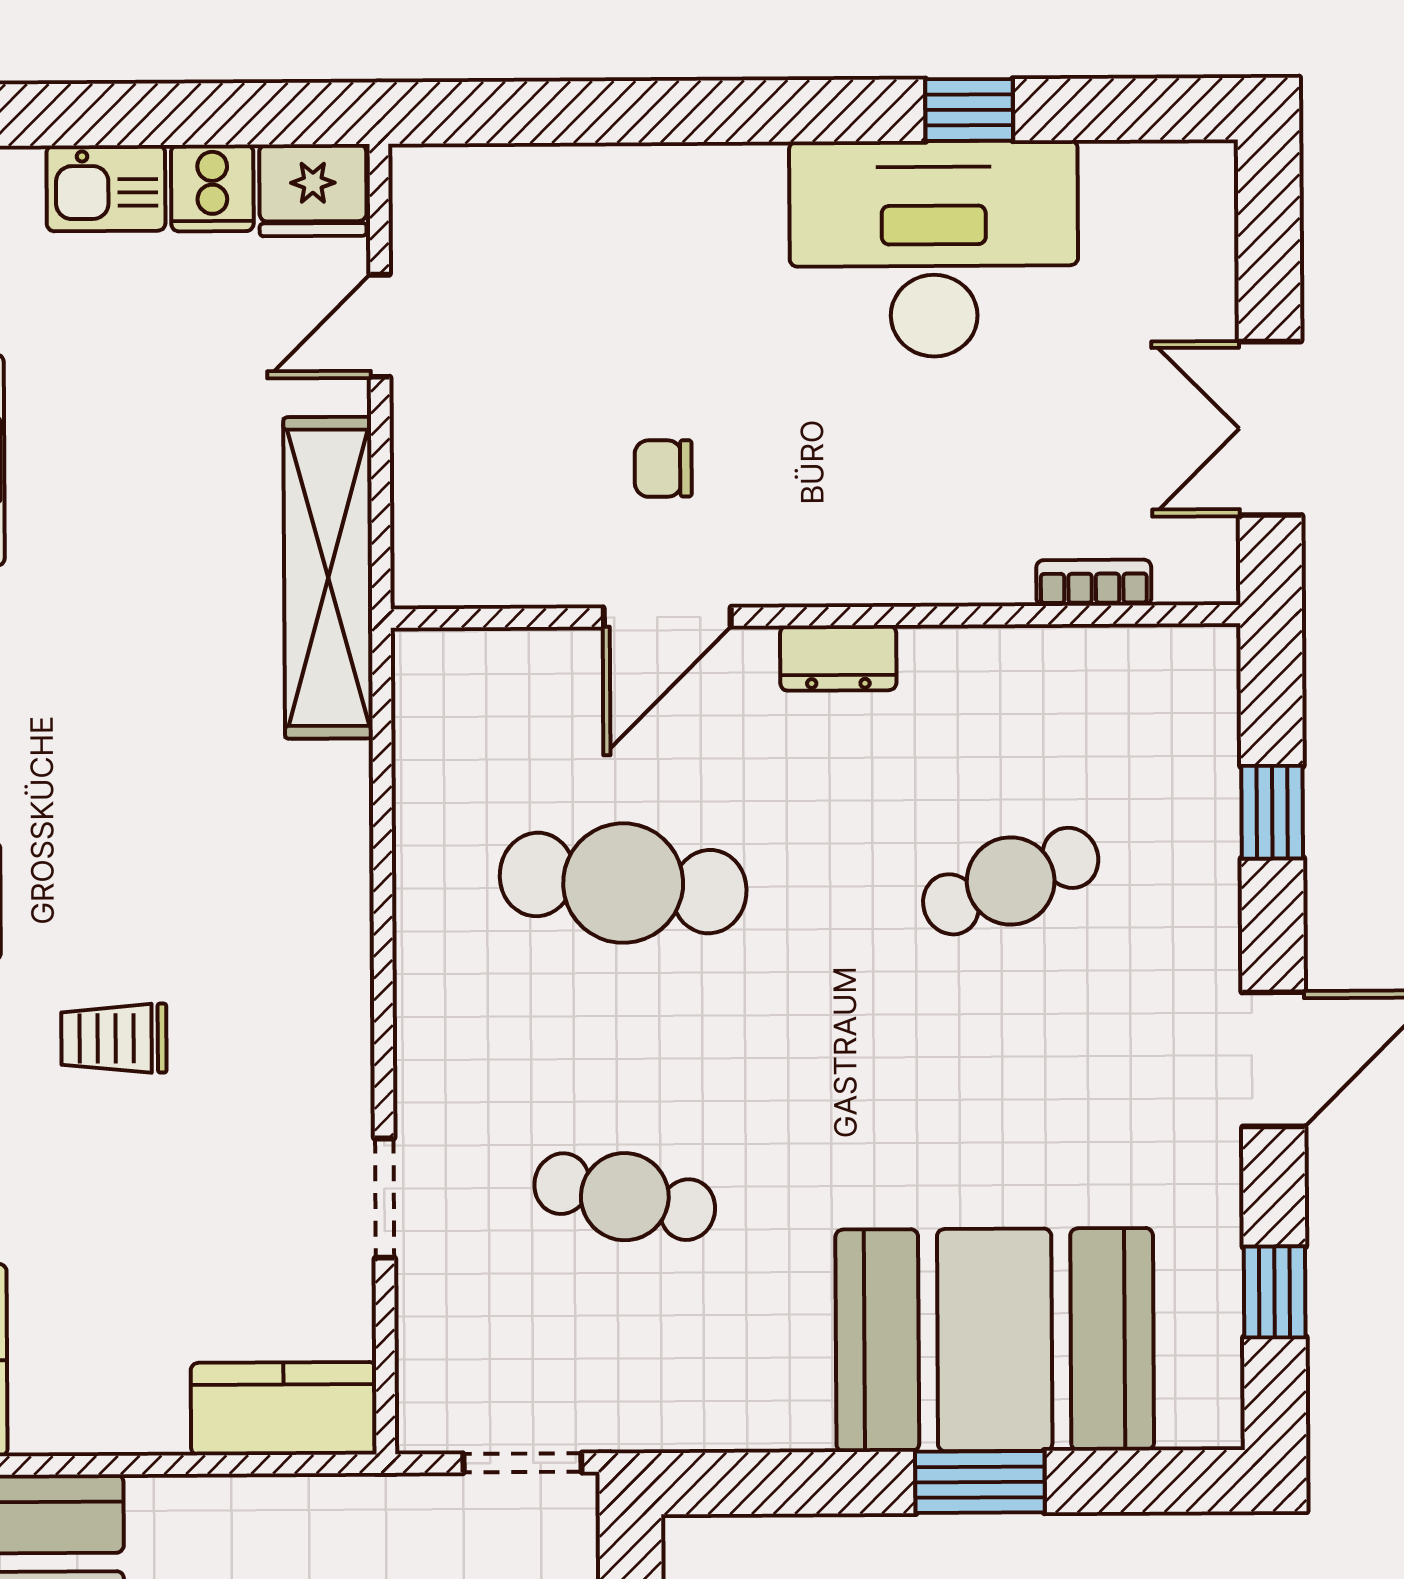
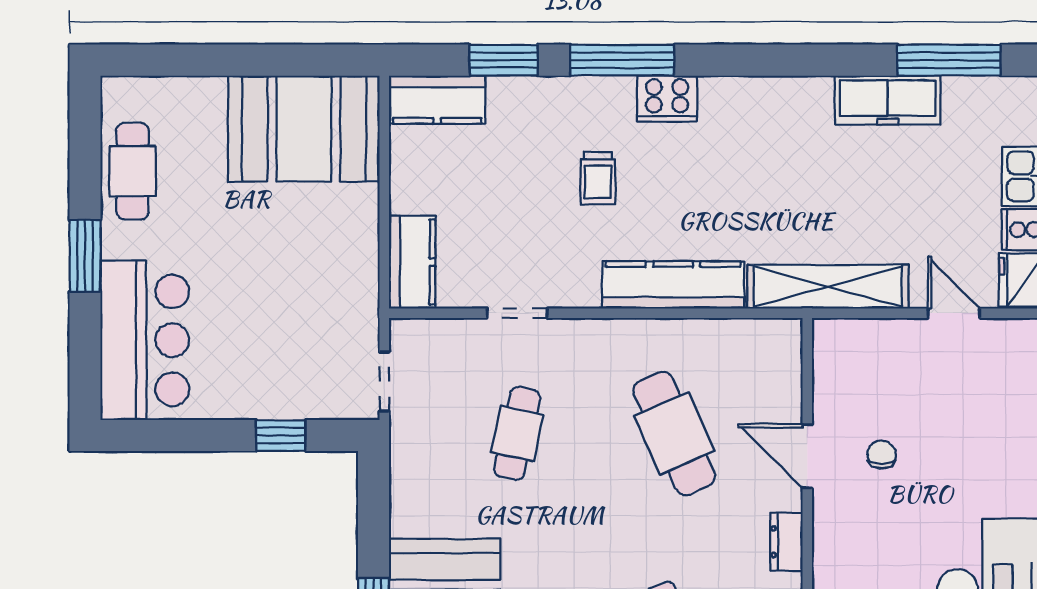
cafe table: (623, 883) -> (674, 433), turned -30
kitchen counter: (326, 887) -> (673, 285), added
trolley: (114, 1038) -> (598, 178), turned 180

